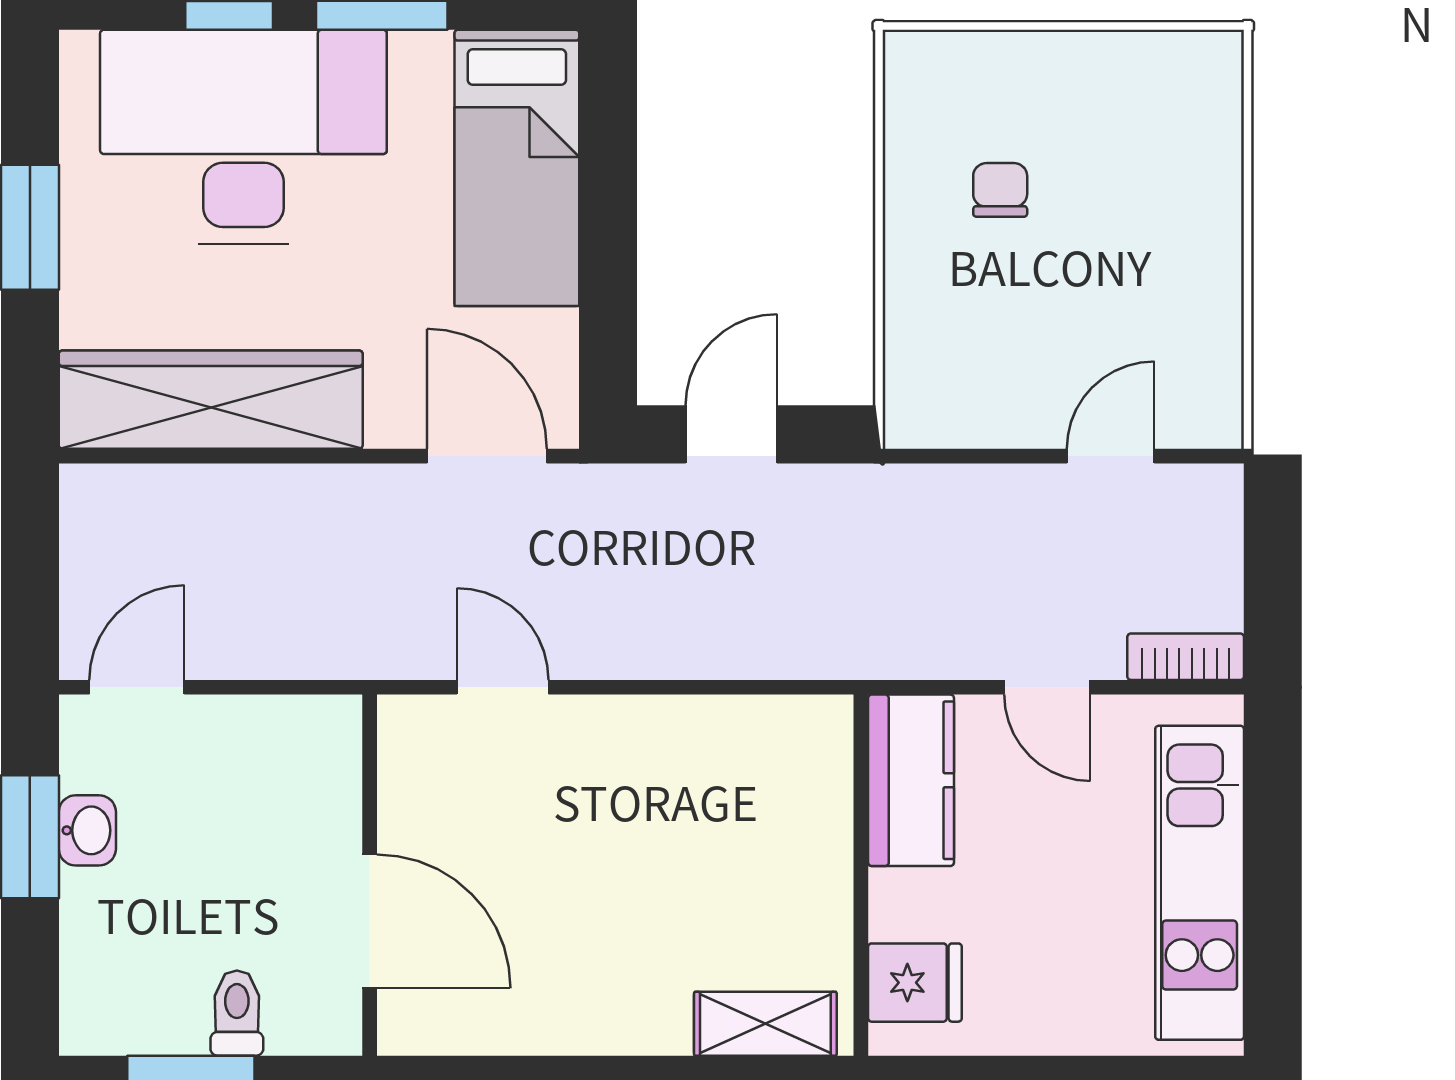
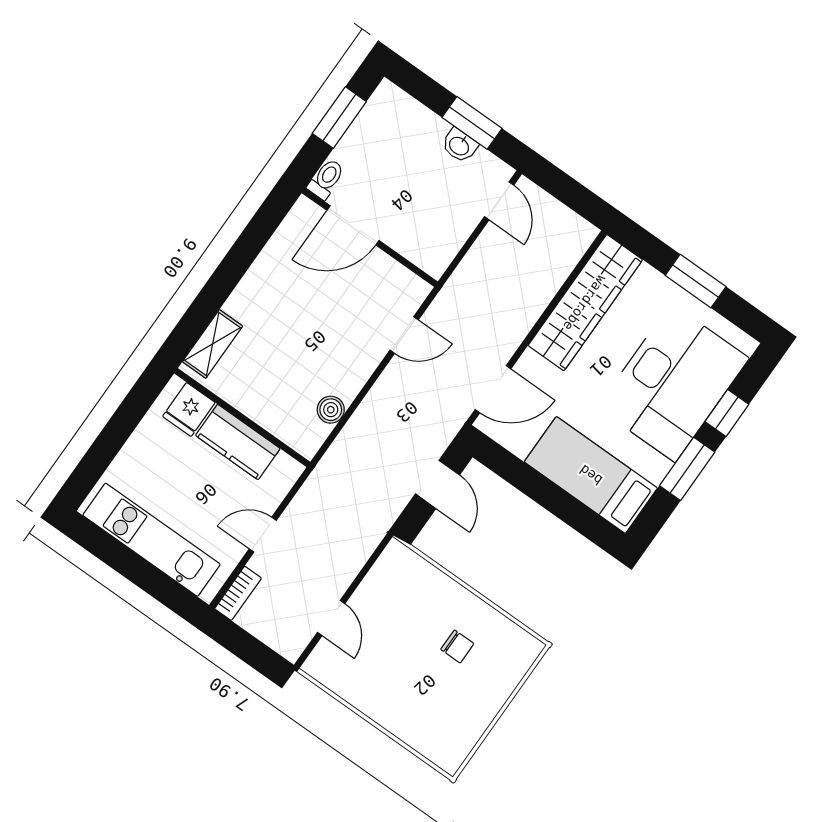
boiler: (733, 725) -> (331, 410), added
kitchen counter: (911, 780) -> (238, 442), moved
toilet: (237, 1013) -> (326, 179), moved, turned -90

